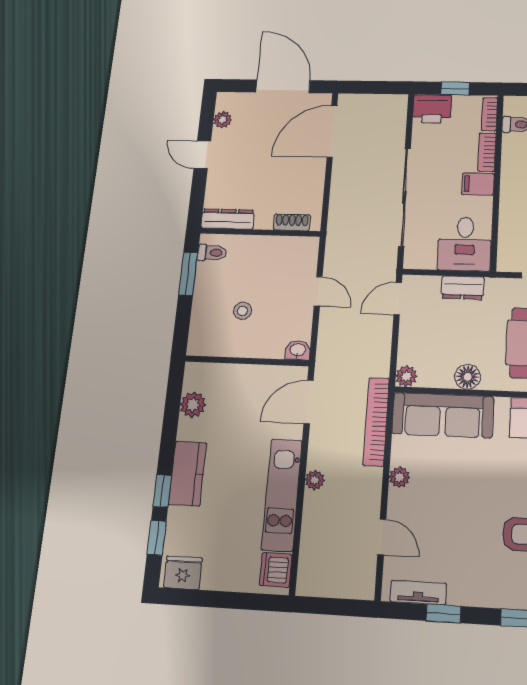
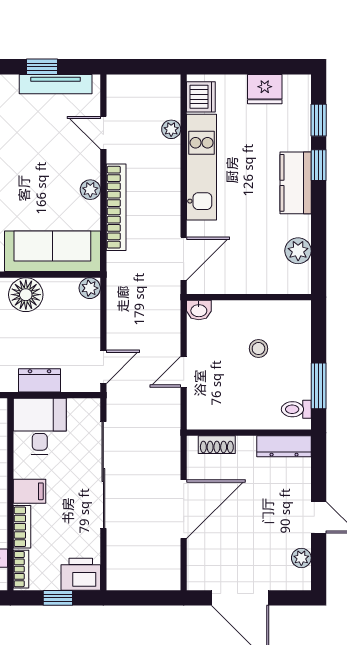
door: (332, 131) -> (184, 509), moved
door: (318, 291) -> (184, 372), hinge flipped
floor lamp: (468, 377) -> (26, 295), width x1.38, depth x1.38
bookcase: (376, 422) -> (116, 207), moved
plant: (315, 480) -> (171, 129), moved
fridge: (183, 573) -> (265, 89), moved
tv unit: (418, 593) -> (56, 84), width x1.41

